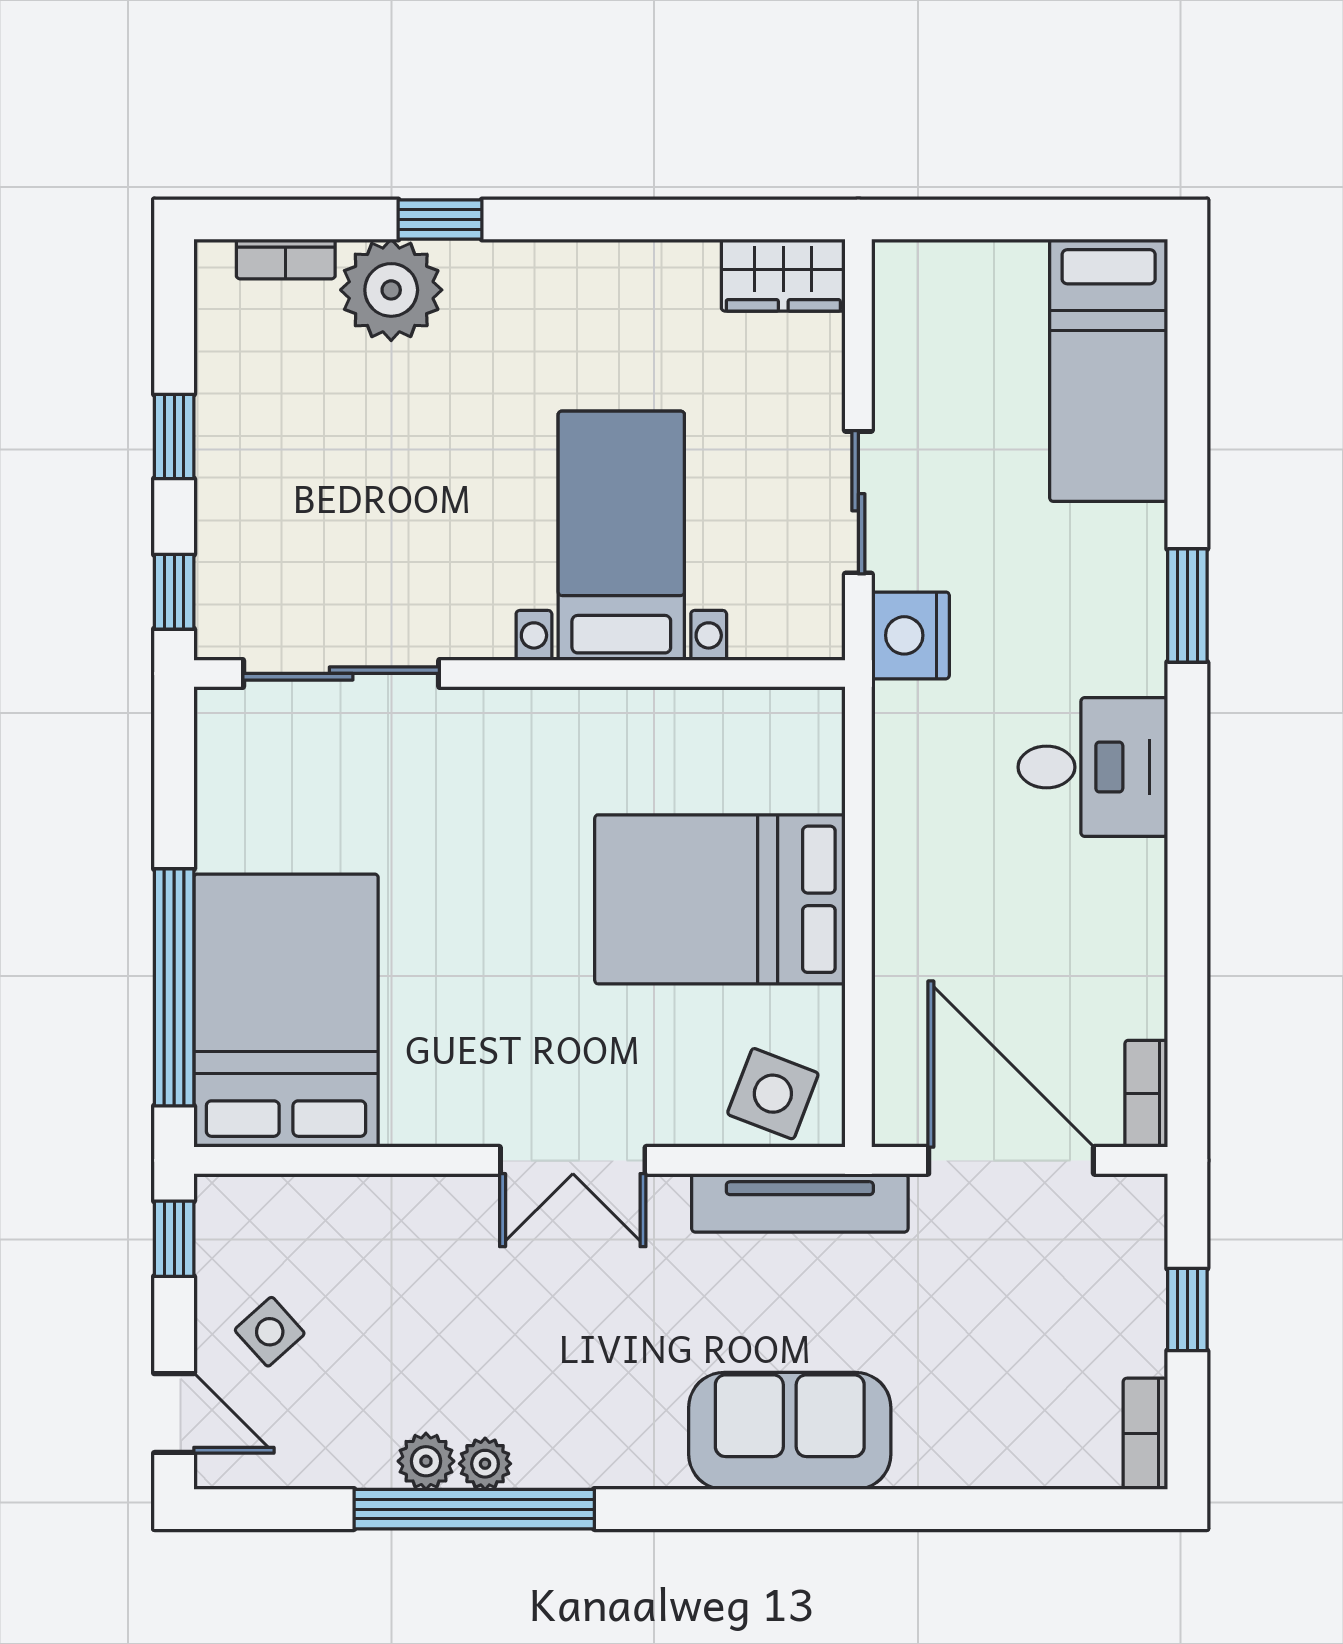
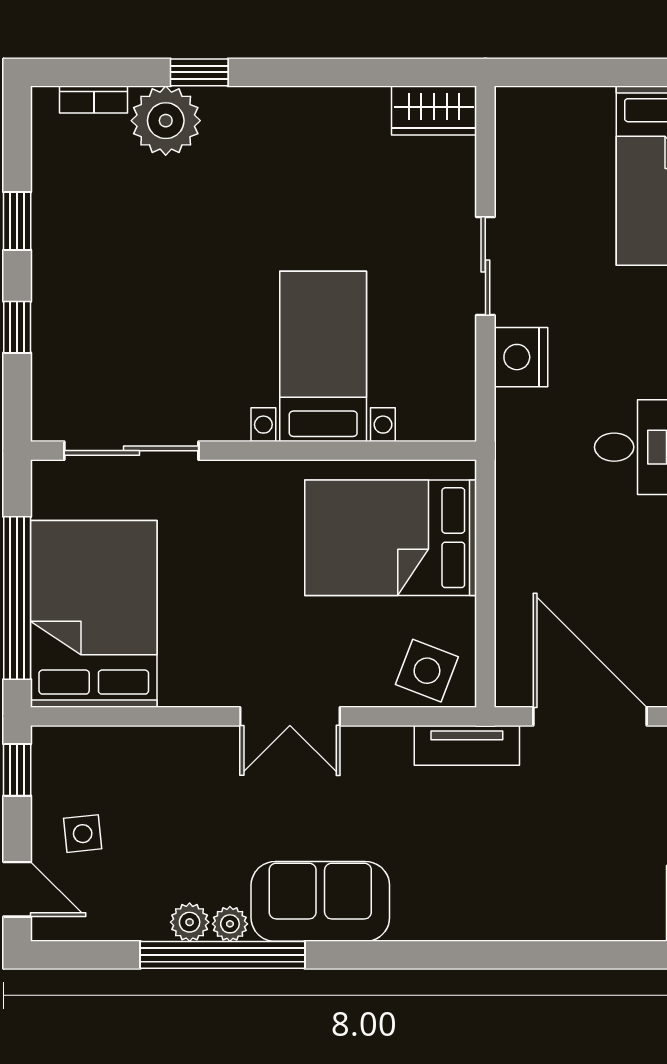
bed with nightstands: (621, 536) -> (323, 356), moved
sliding door: (341, 673) -> (131, 451), moved
wall: (520, 673) -> (254, 451), moved
tv unit: (800, 1203) -> (467, 745), width x0.71
side table: (270, 1332) -> (83, 834), turned 36
sofa: (790, 1431) -> (320, 901), moved

